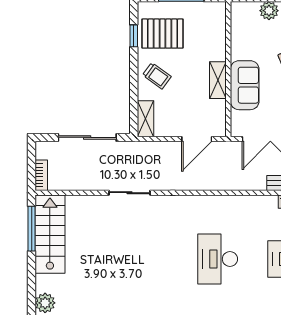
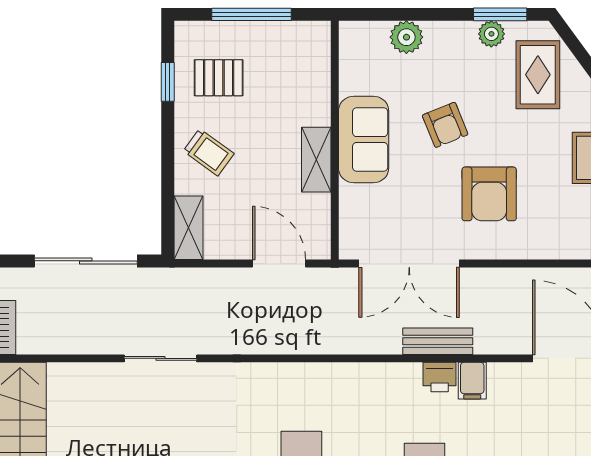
pallet: (162, 34) -> (219, 78), width x0.67, depth x0.71
sofa: (245, 85) -> (364, 140), moved
door: (197, 139) -> (279, 264), swing flipped

